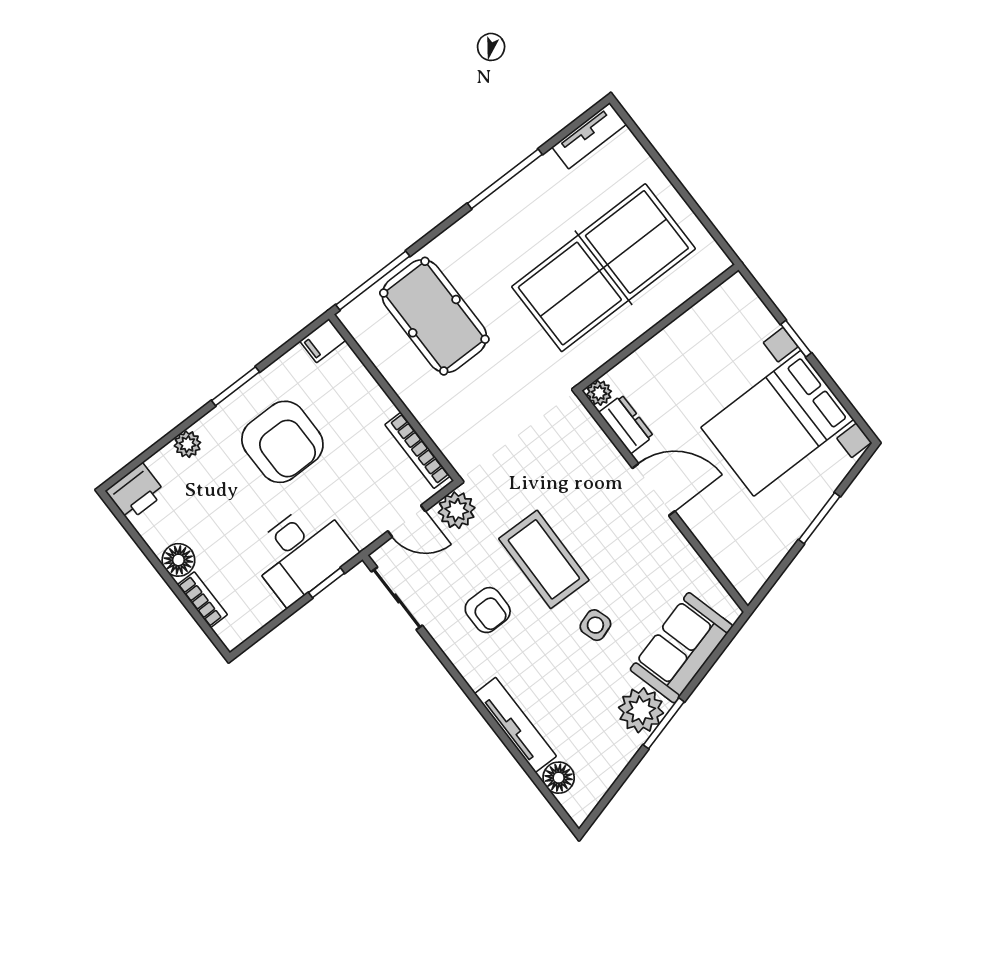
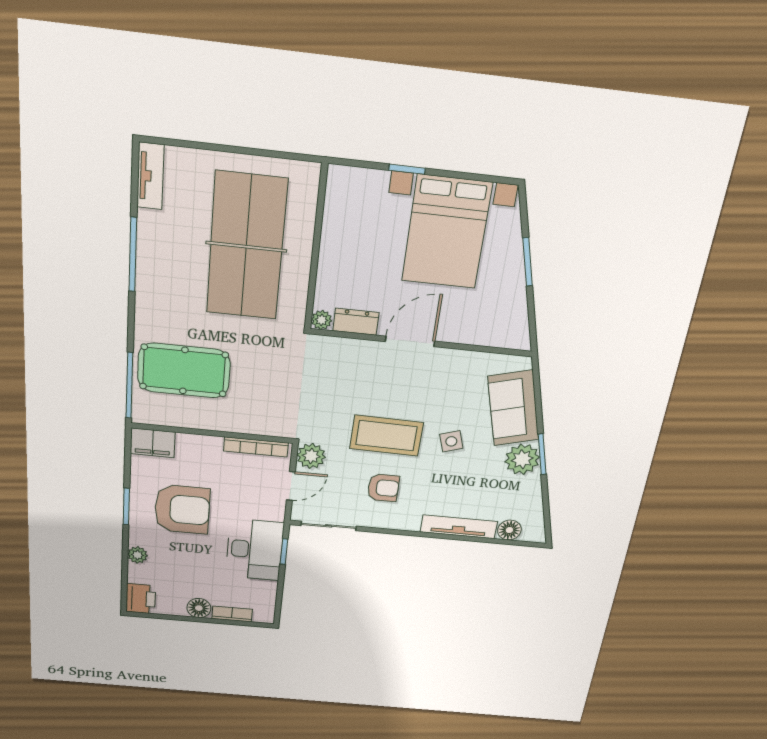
filing cabinet: (323, 341) -> (153, 443), width x2.00

